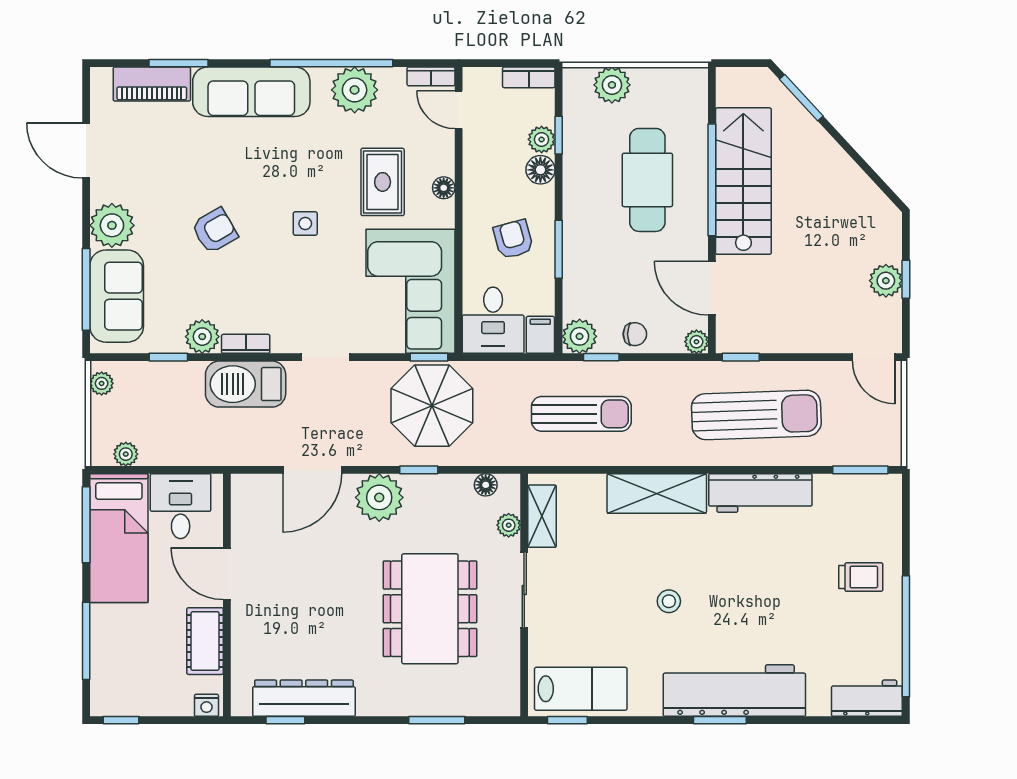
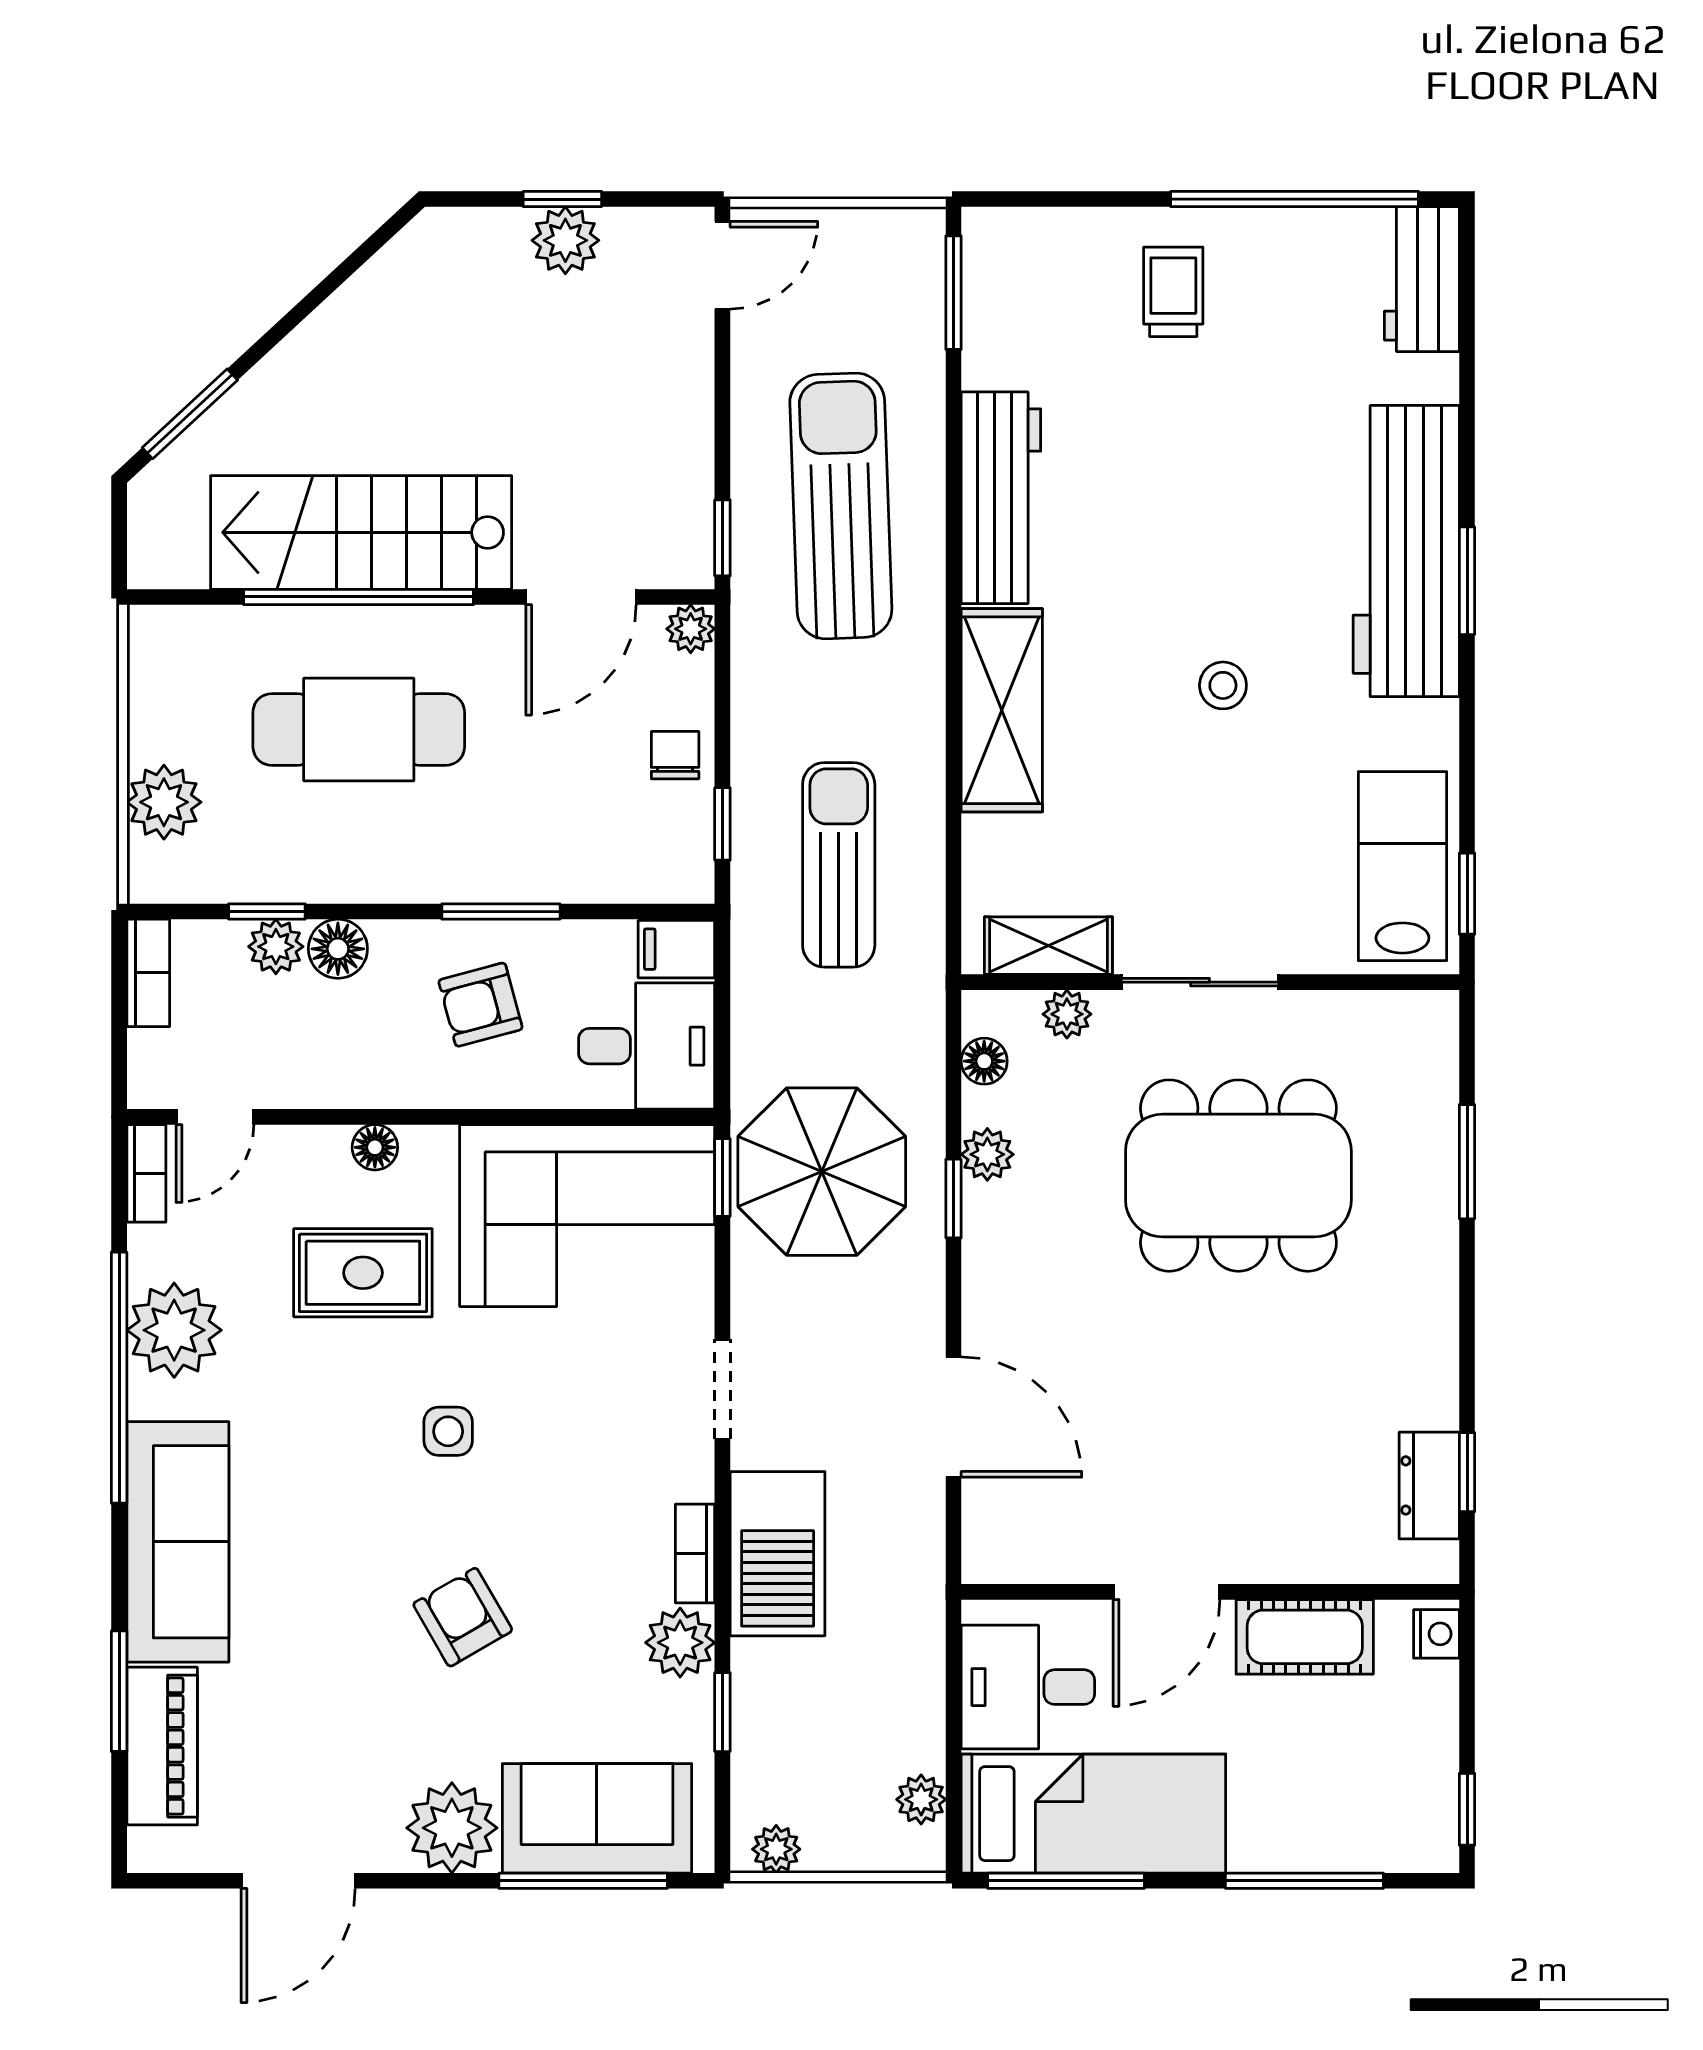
plant: (580, 336) -> (680, 869), removed
plant: (379, 497) -> (987, 1154), moved, width x0.53, depth x0.53
dresser: (304, 698) -> (1429, 1485), width x0.51, depth x0.80

